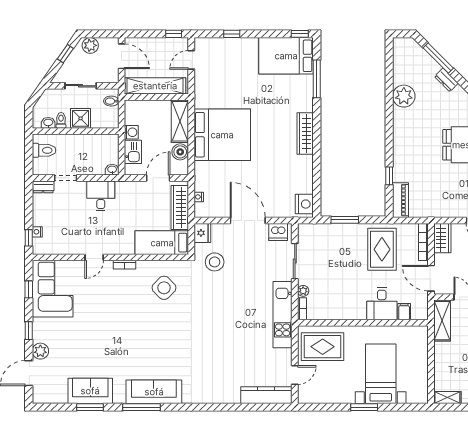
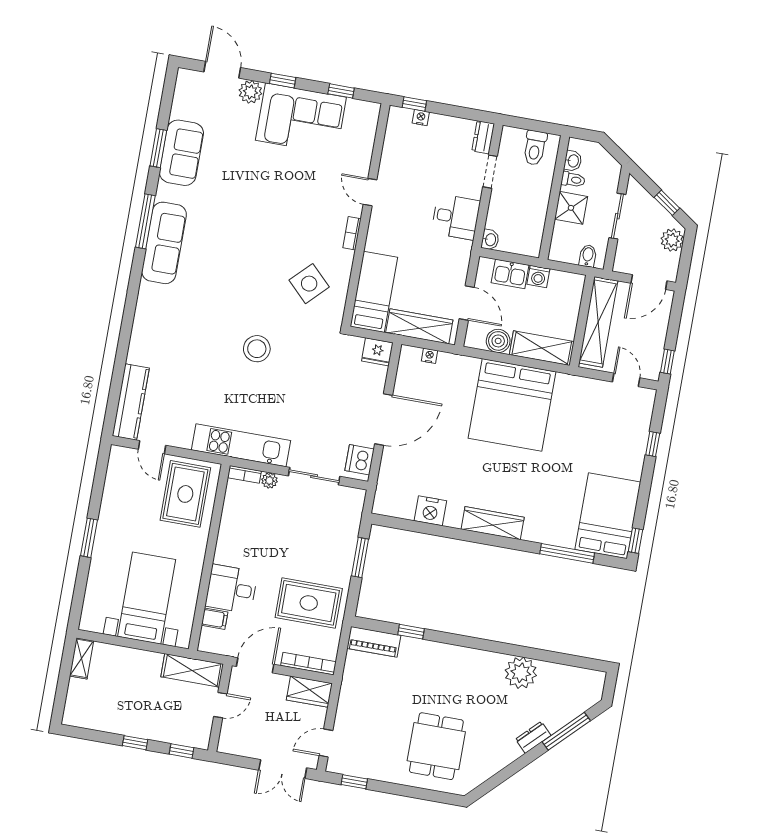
nightstand: (304, 204) -> (430, 511), moved
stool: (215, 262) -> (257, 349), moved
corner sofa: (53, 289) -> (301, 119), moved
bed with nightstands: (381, 374) -> (147, 598), moved, turned -90

